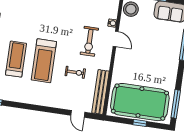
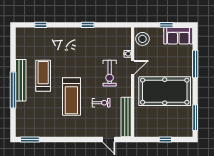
door: (116, 39) -> (133, 67), hinge flipped
treadmill: (16, 59) -> (43, 76), moved
pool table: (140, 102) -> (165, 91), moved

